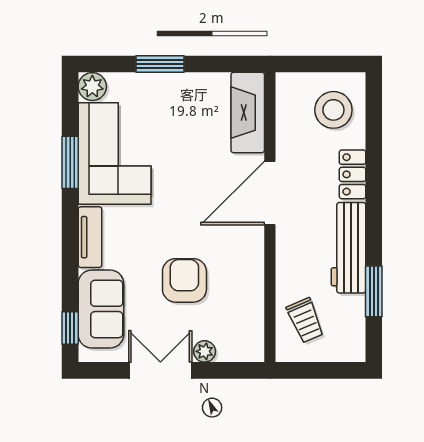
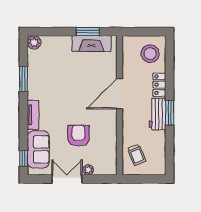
window: (160, 64) -> (88, 32), moved
fireplace: (248, 113) -> (91, 44), moved, turned -90
corner sofa: (115, 154) -> (45, 75), removed
workbench: (348, 248) -> (157, 114), width x0.73
window: (374, 291) -> (170, 113), moved

